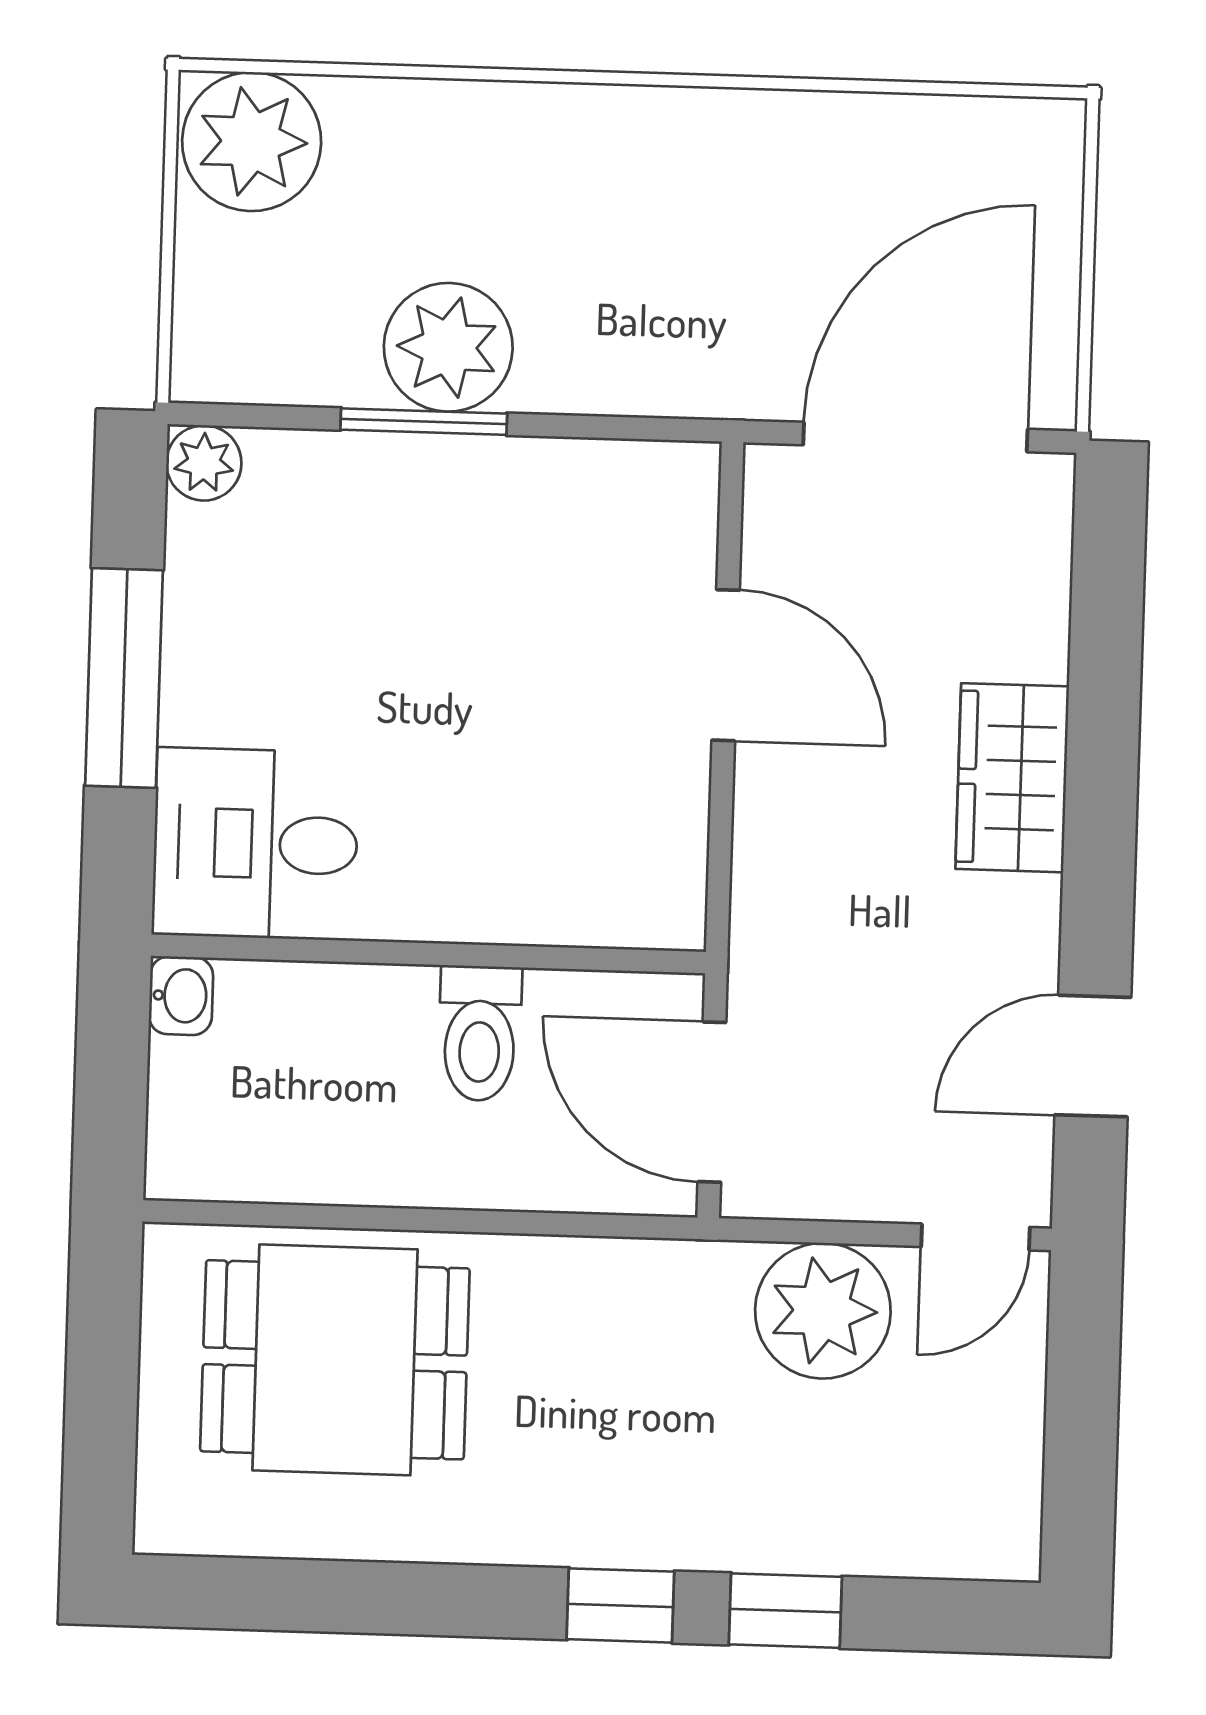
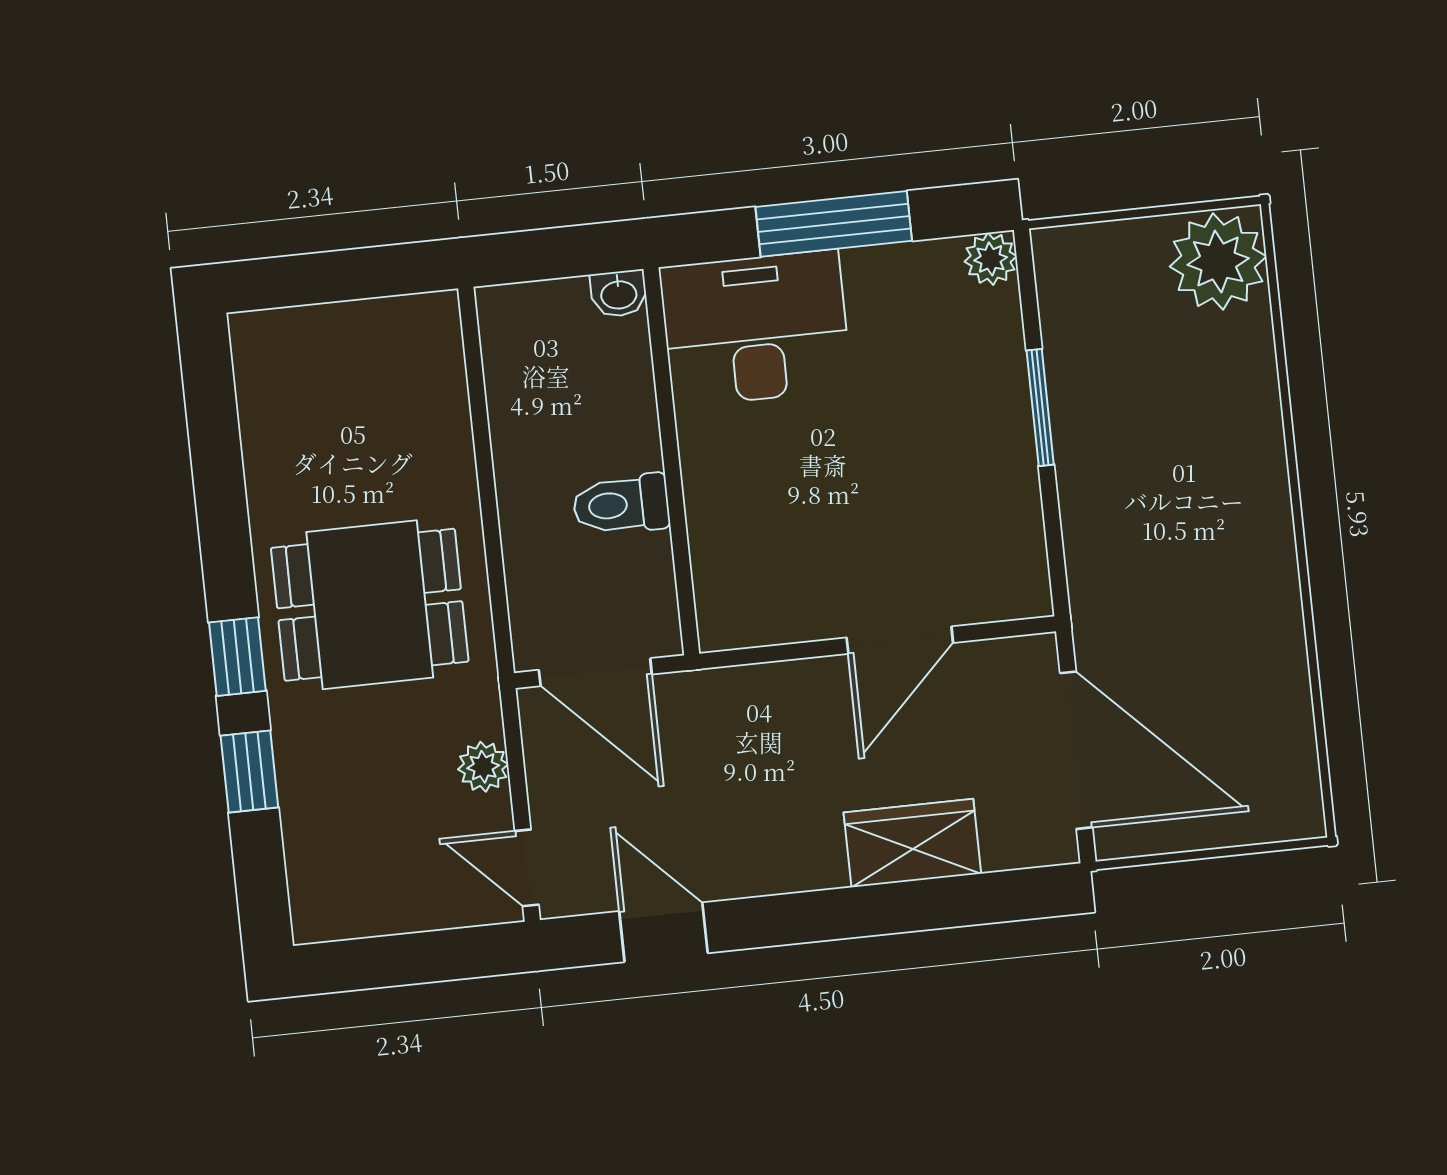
plant: (448, 347) -> (1094, 417), removed
wardrobe: (1012, 778) -> (912, 843), moved
desk: (255, 844) -> (756, 328), width x1.37
door: (712, 1102) -> (595, 672), swing flipped
plant: (823, 1311) -> (483, 767), width x0.53, depth x0.53
dining table: (335, 1360) -> (370, 605), moved, turned 90

